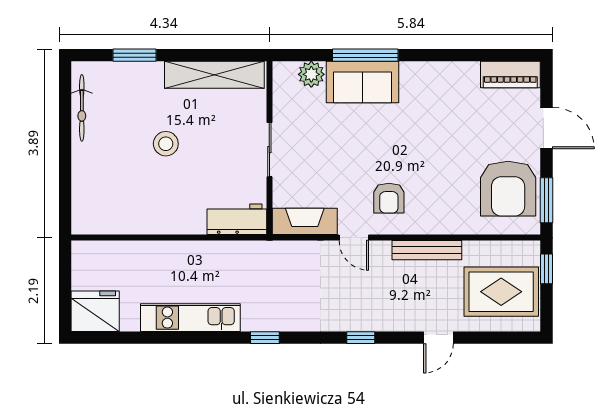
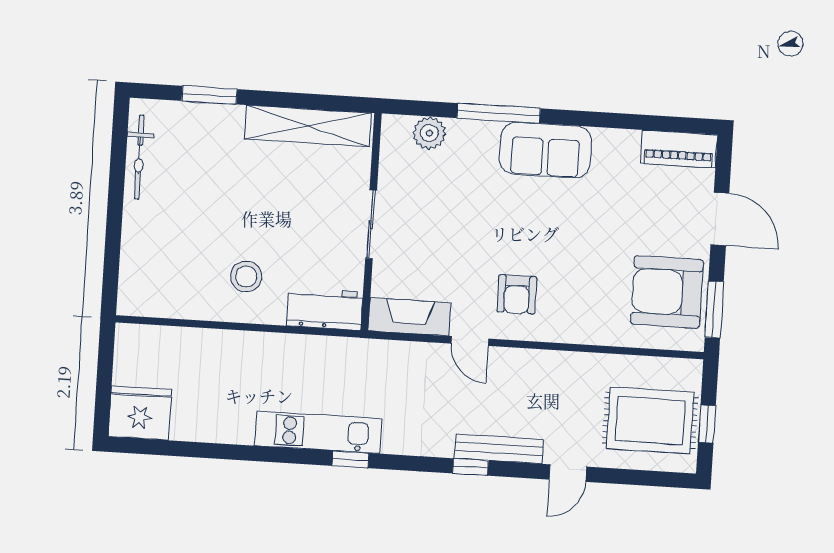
sofa: (362, 82) -> (545, 150), moved
stool: (166, 144) -> (246, 276), moved
armchair: (508, 189) -> (667, 292), turned 90
bench: (427, 250) -> (499, 449), moved
window: (546, 269) -> (707, 424), moved
kitchen unit: (190, 318) -> (318, 432), moved

